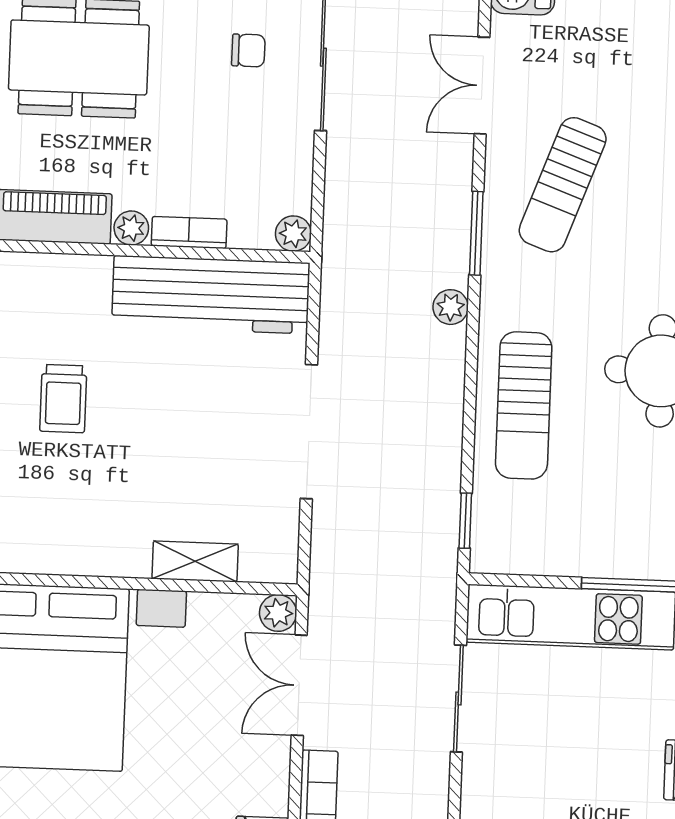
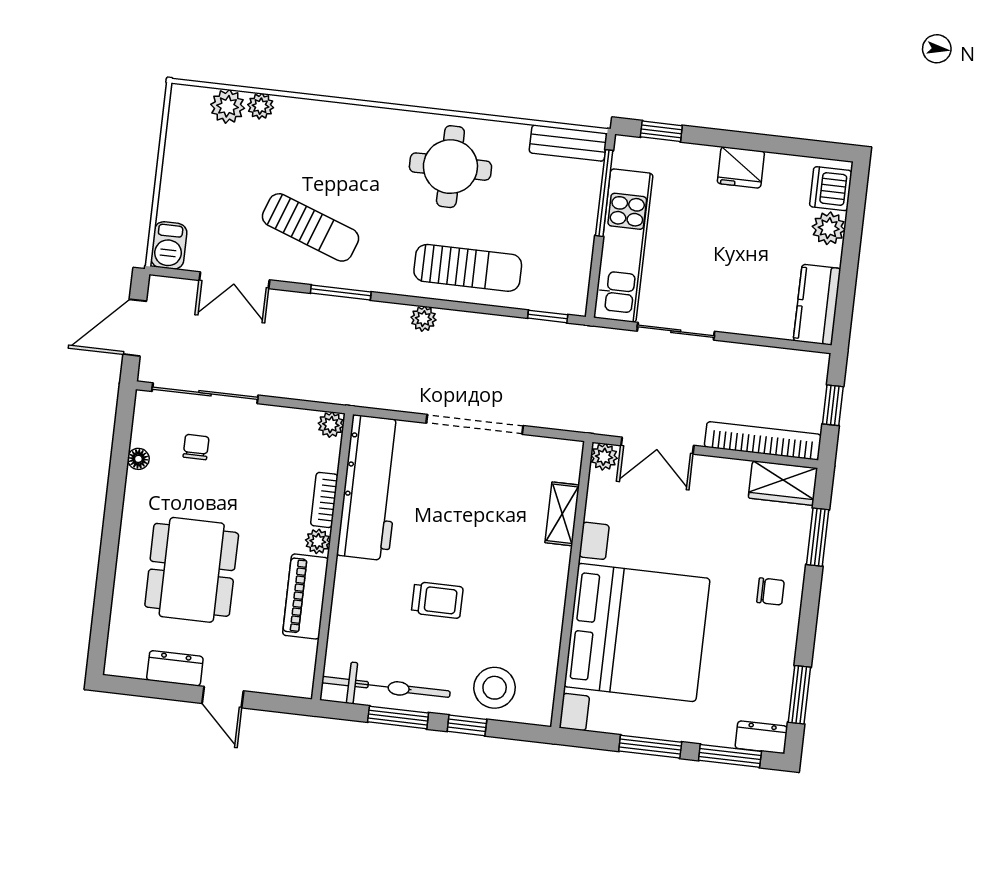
plant: (451, 307) -> (423, 319), moved

